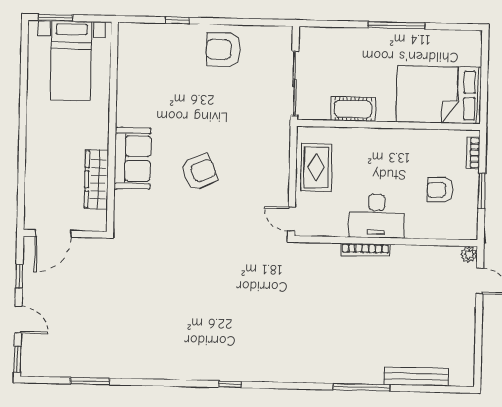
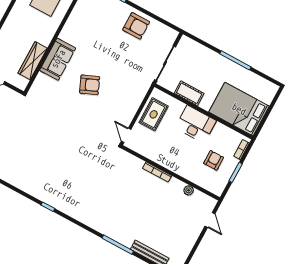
armchair: (223, 50) -> (136, 26), turned 180
armchair: (440, 190) -> (214, 160), turned 90
desk: (376, 216) -> (196, 124), moved, turned 180
plant: (469, 254) -> (189, 190), moved

